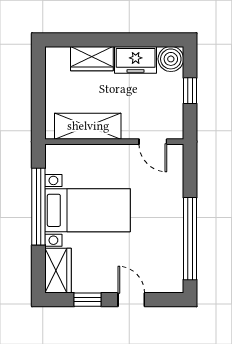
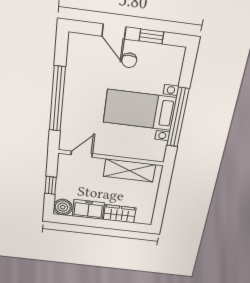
door: (153, 142) -> (82, 154), hinge flipped
window: (190, 239) -> (57, 99), moved
chair: (109, 269) -> (129, 60), added
wardrobe: (58, 271) -> (172, 65), removed

